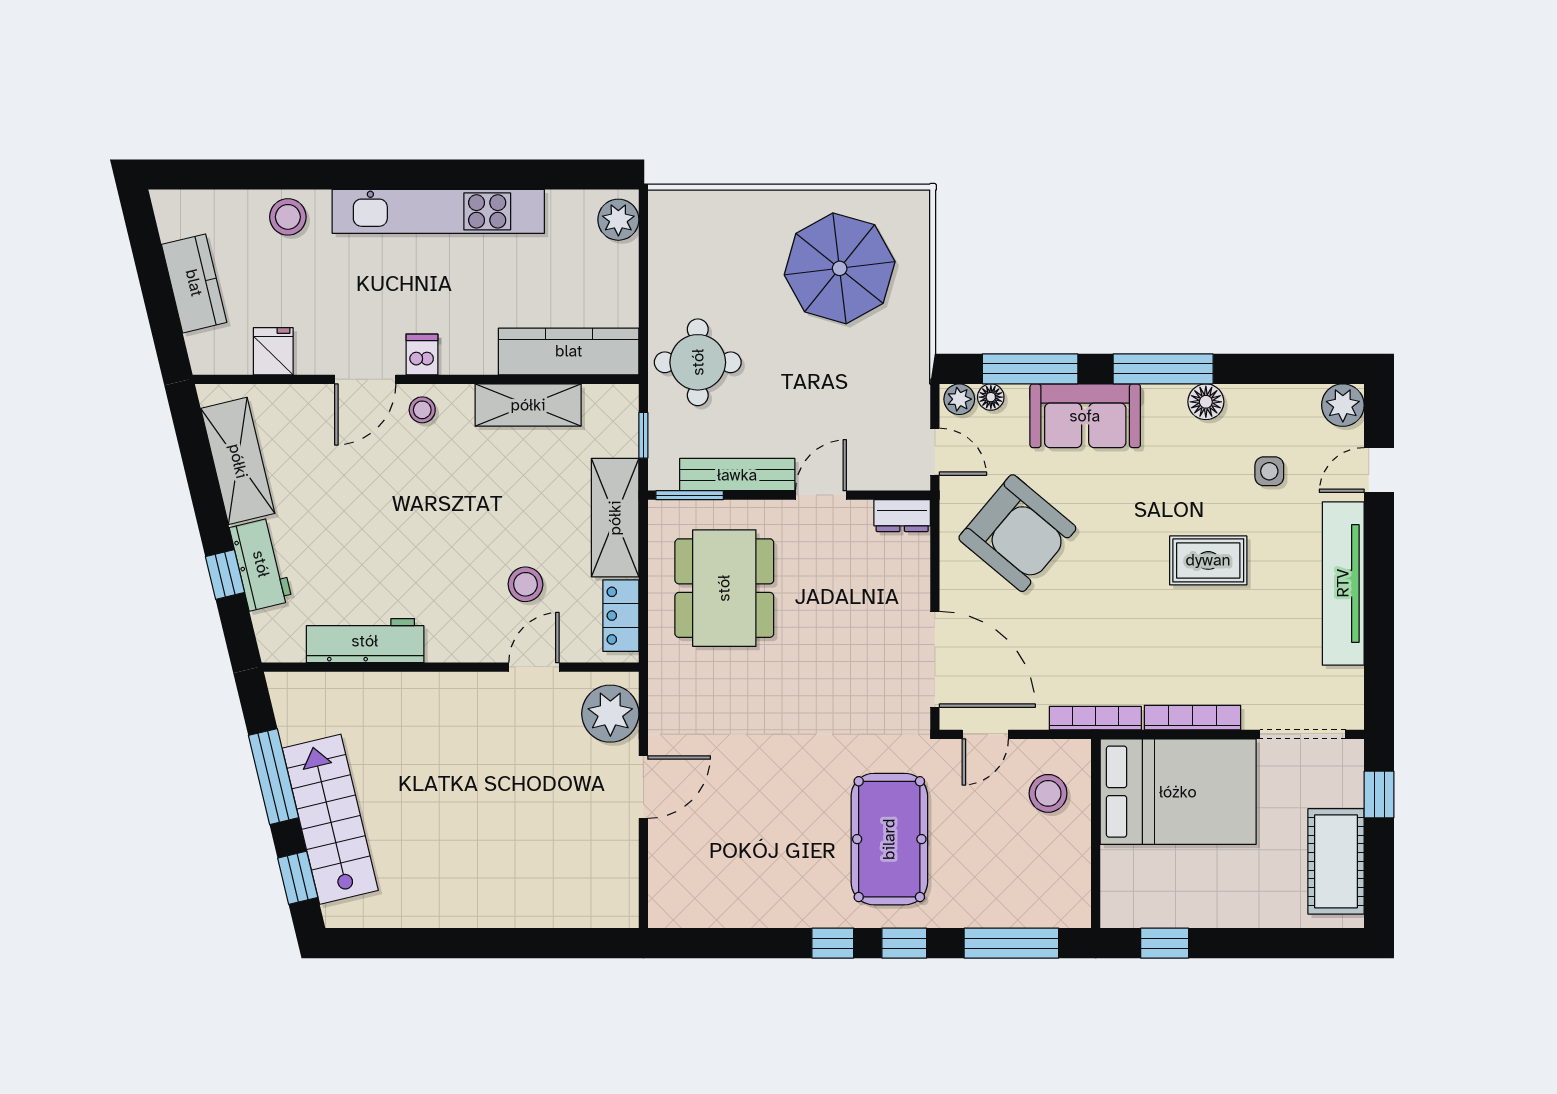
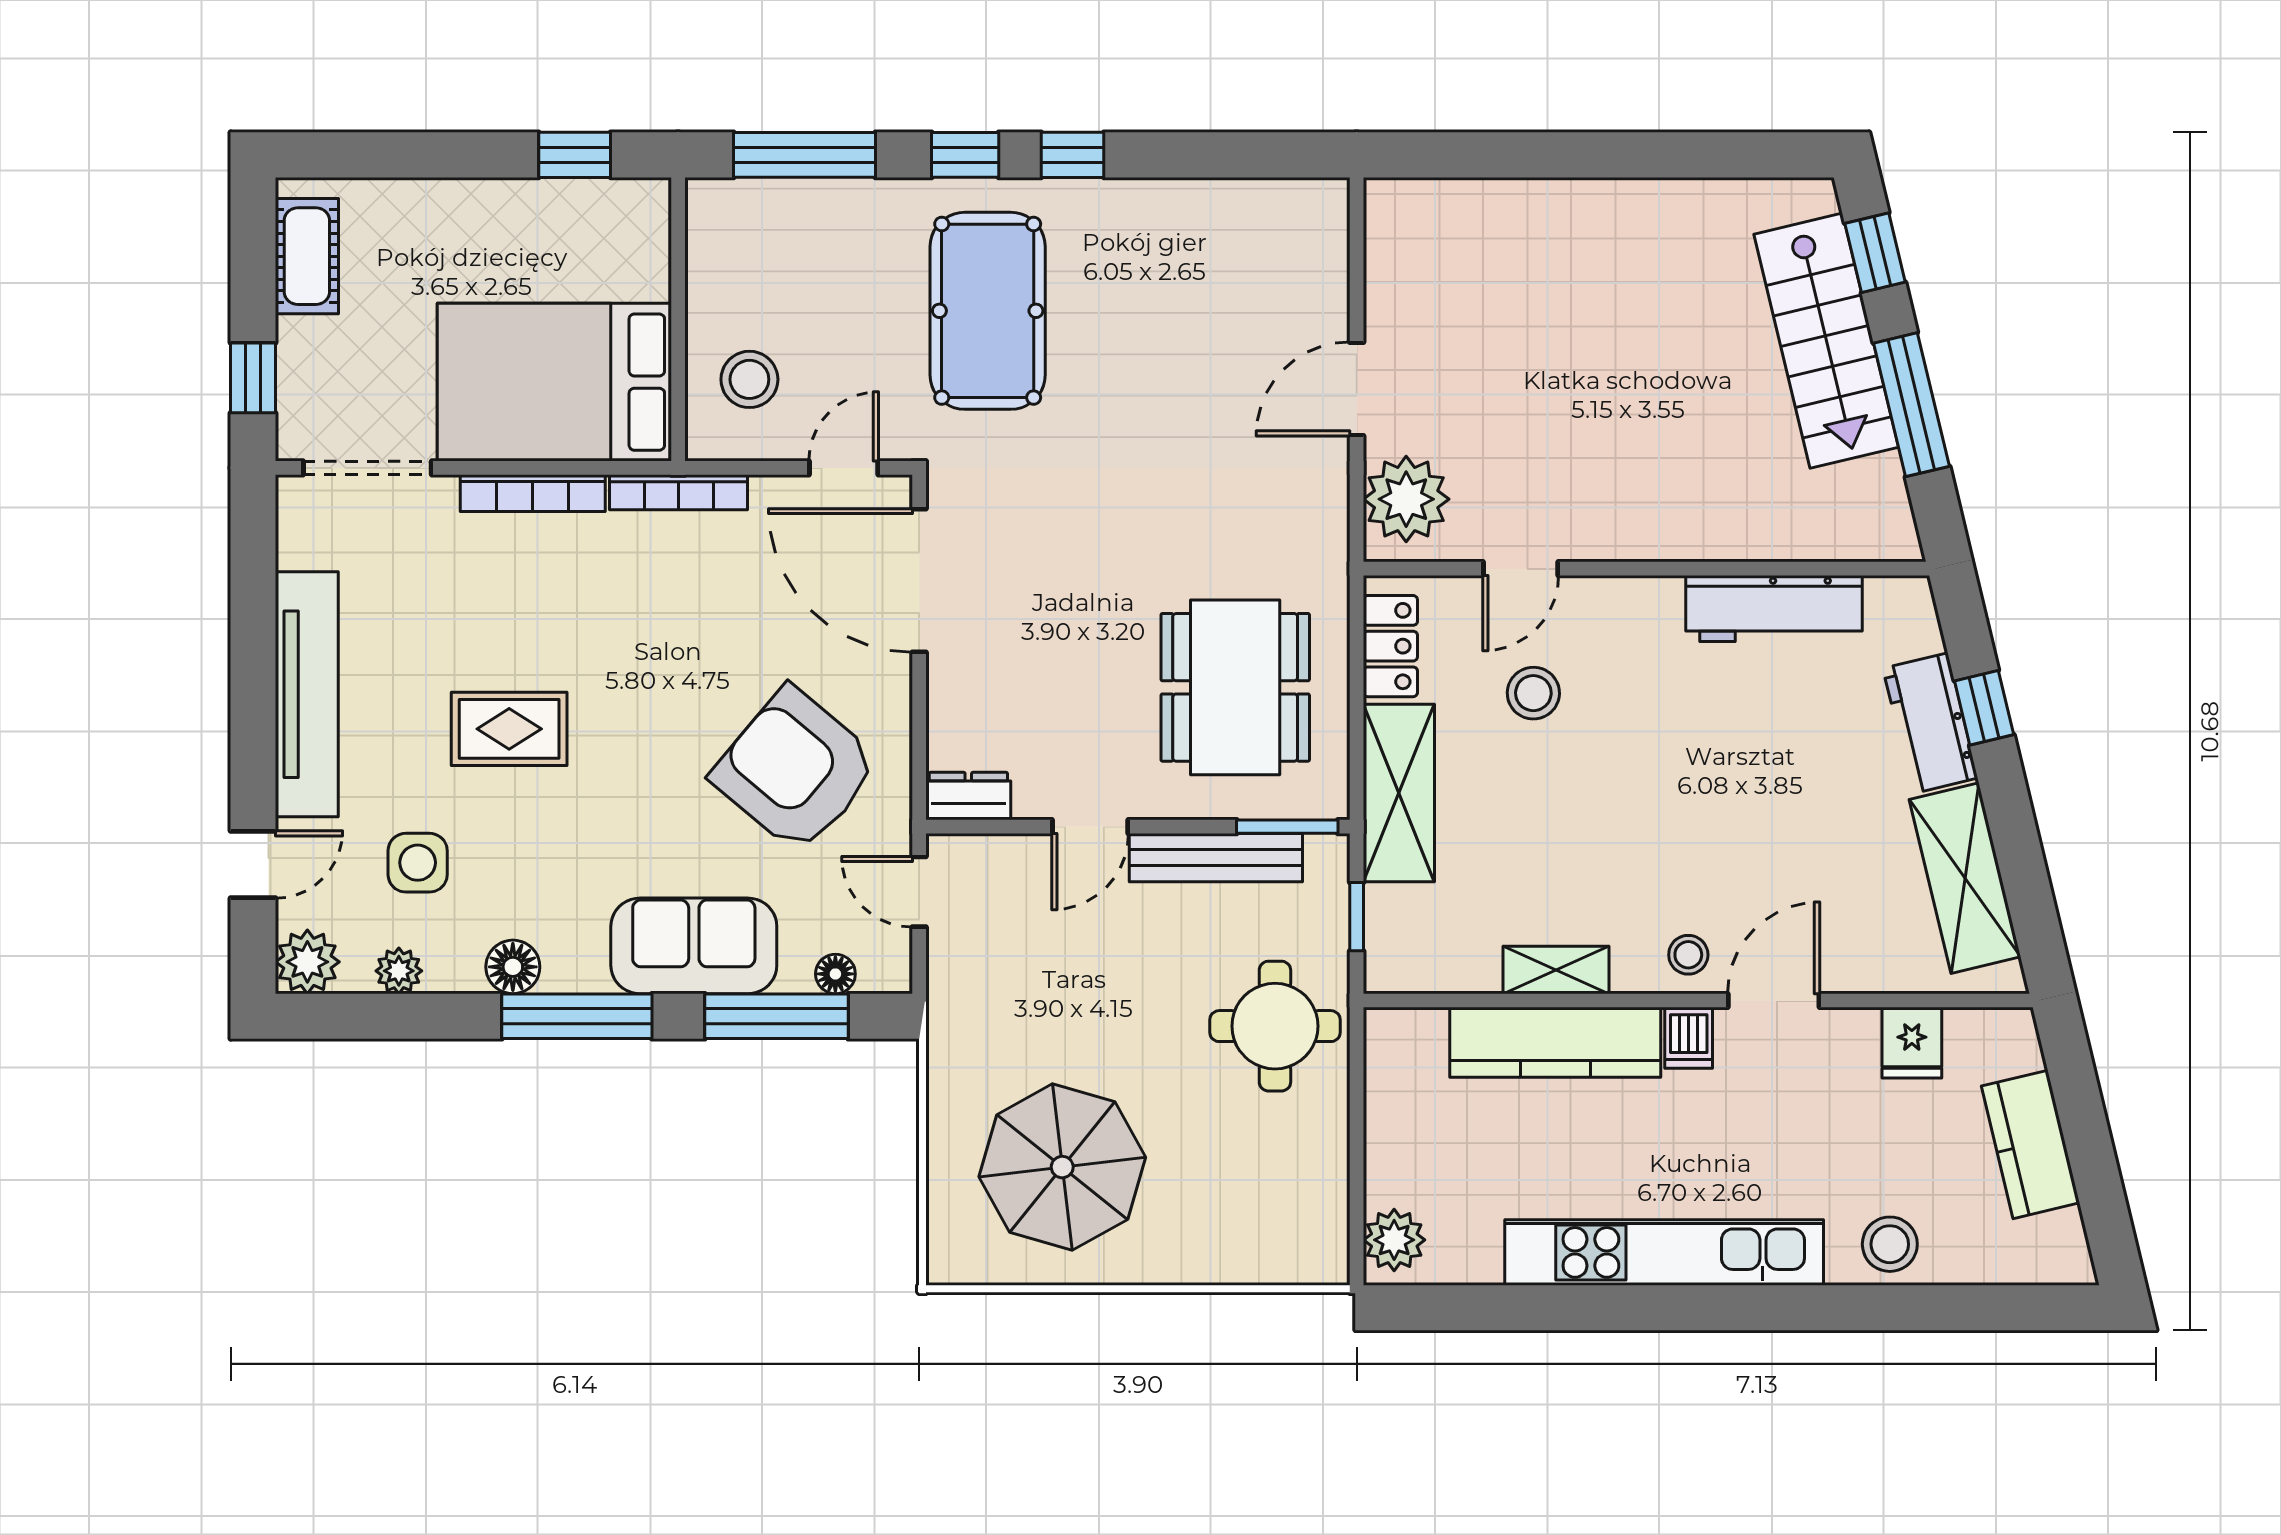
kitchen counter: (569, 351) -> (1555, 1042), moved
plant: (959, 399) -> (399, 971), moved
shelving: (528, 405) -> (1556, 970), width x0.67, depth x0.75
side table: (1269, 471) -> (418, 863), width x1.37, depth x1.37
cot: (1336, 861) -> (307, 256), width x0.73, depth x0.75

